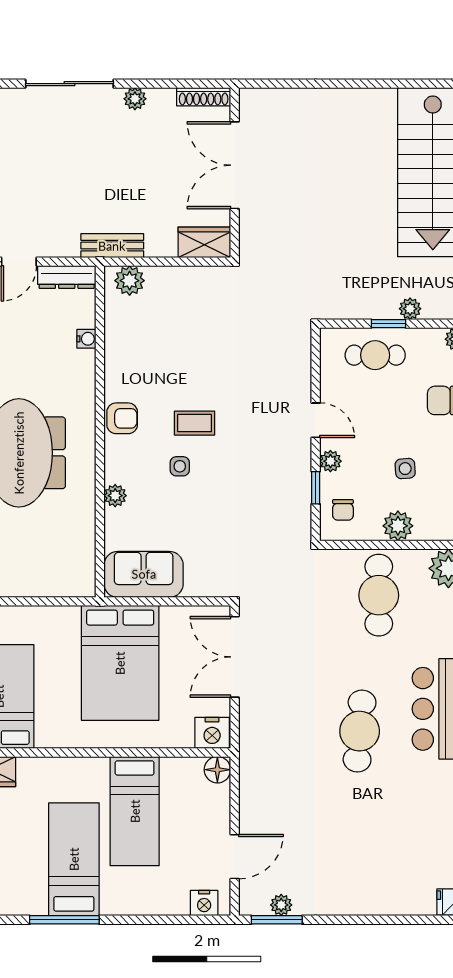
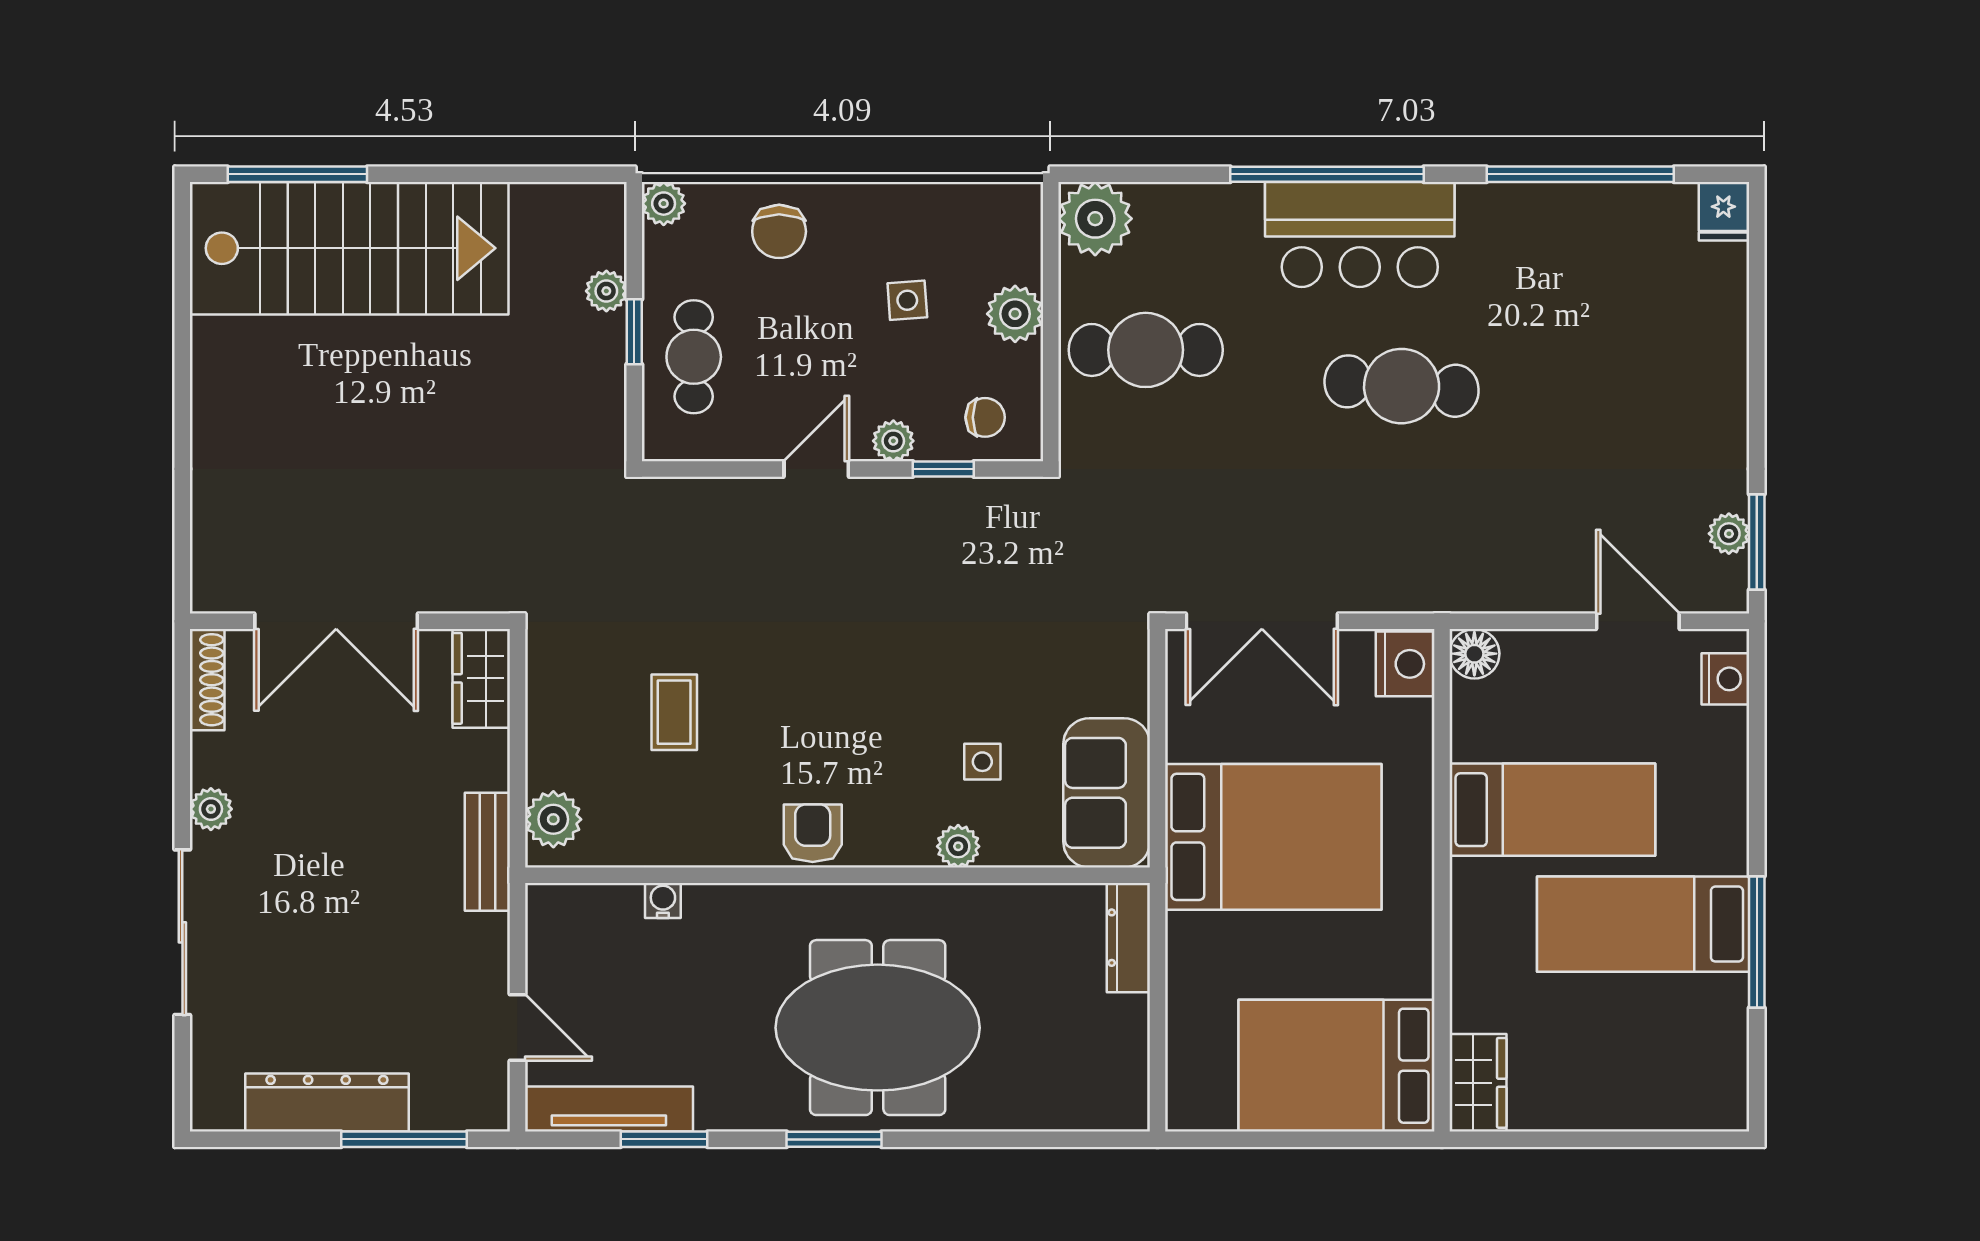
dresser: (67, 277) -> (1128, 938), moved, turned 180
coffee table: (195, 423) -> (674, 712), moved
side table: (180, 466) -> (982, 762), moved

